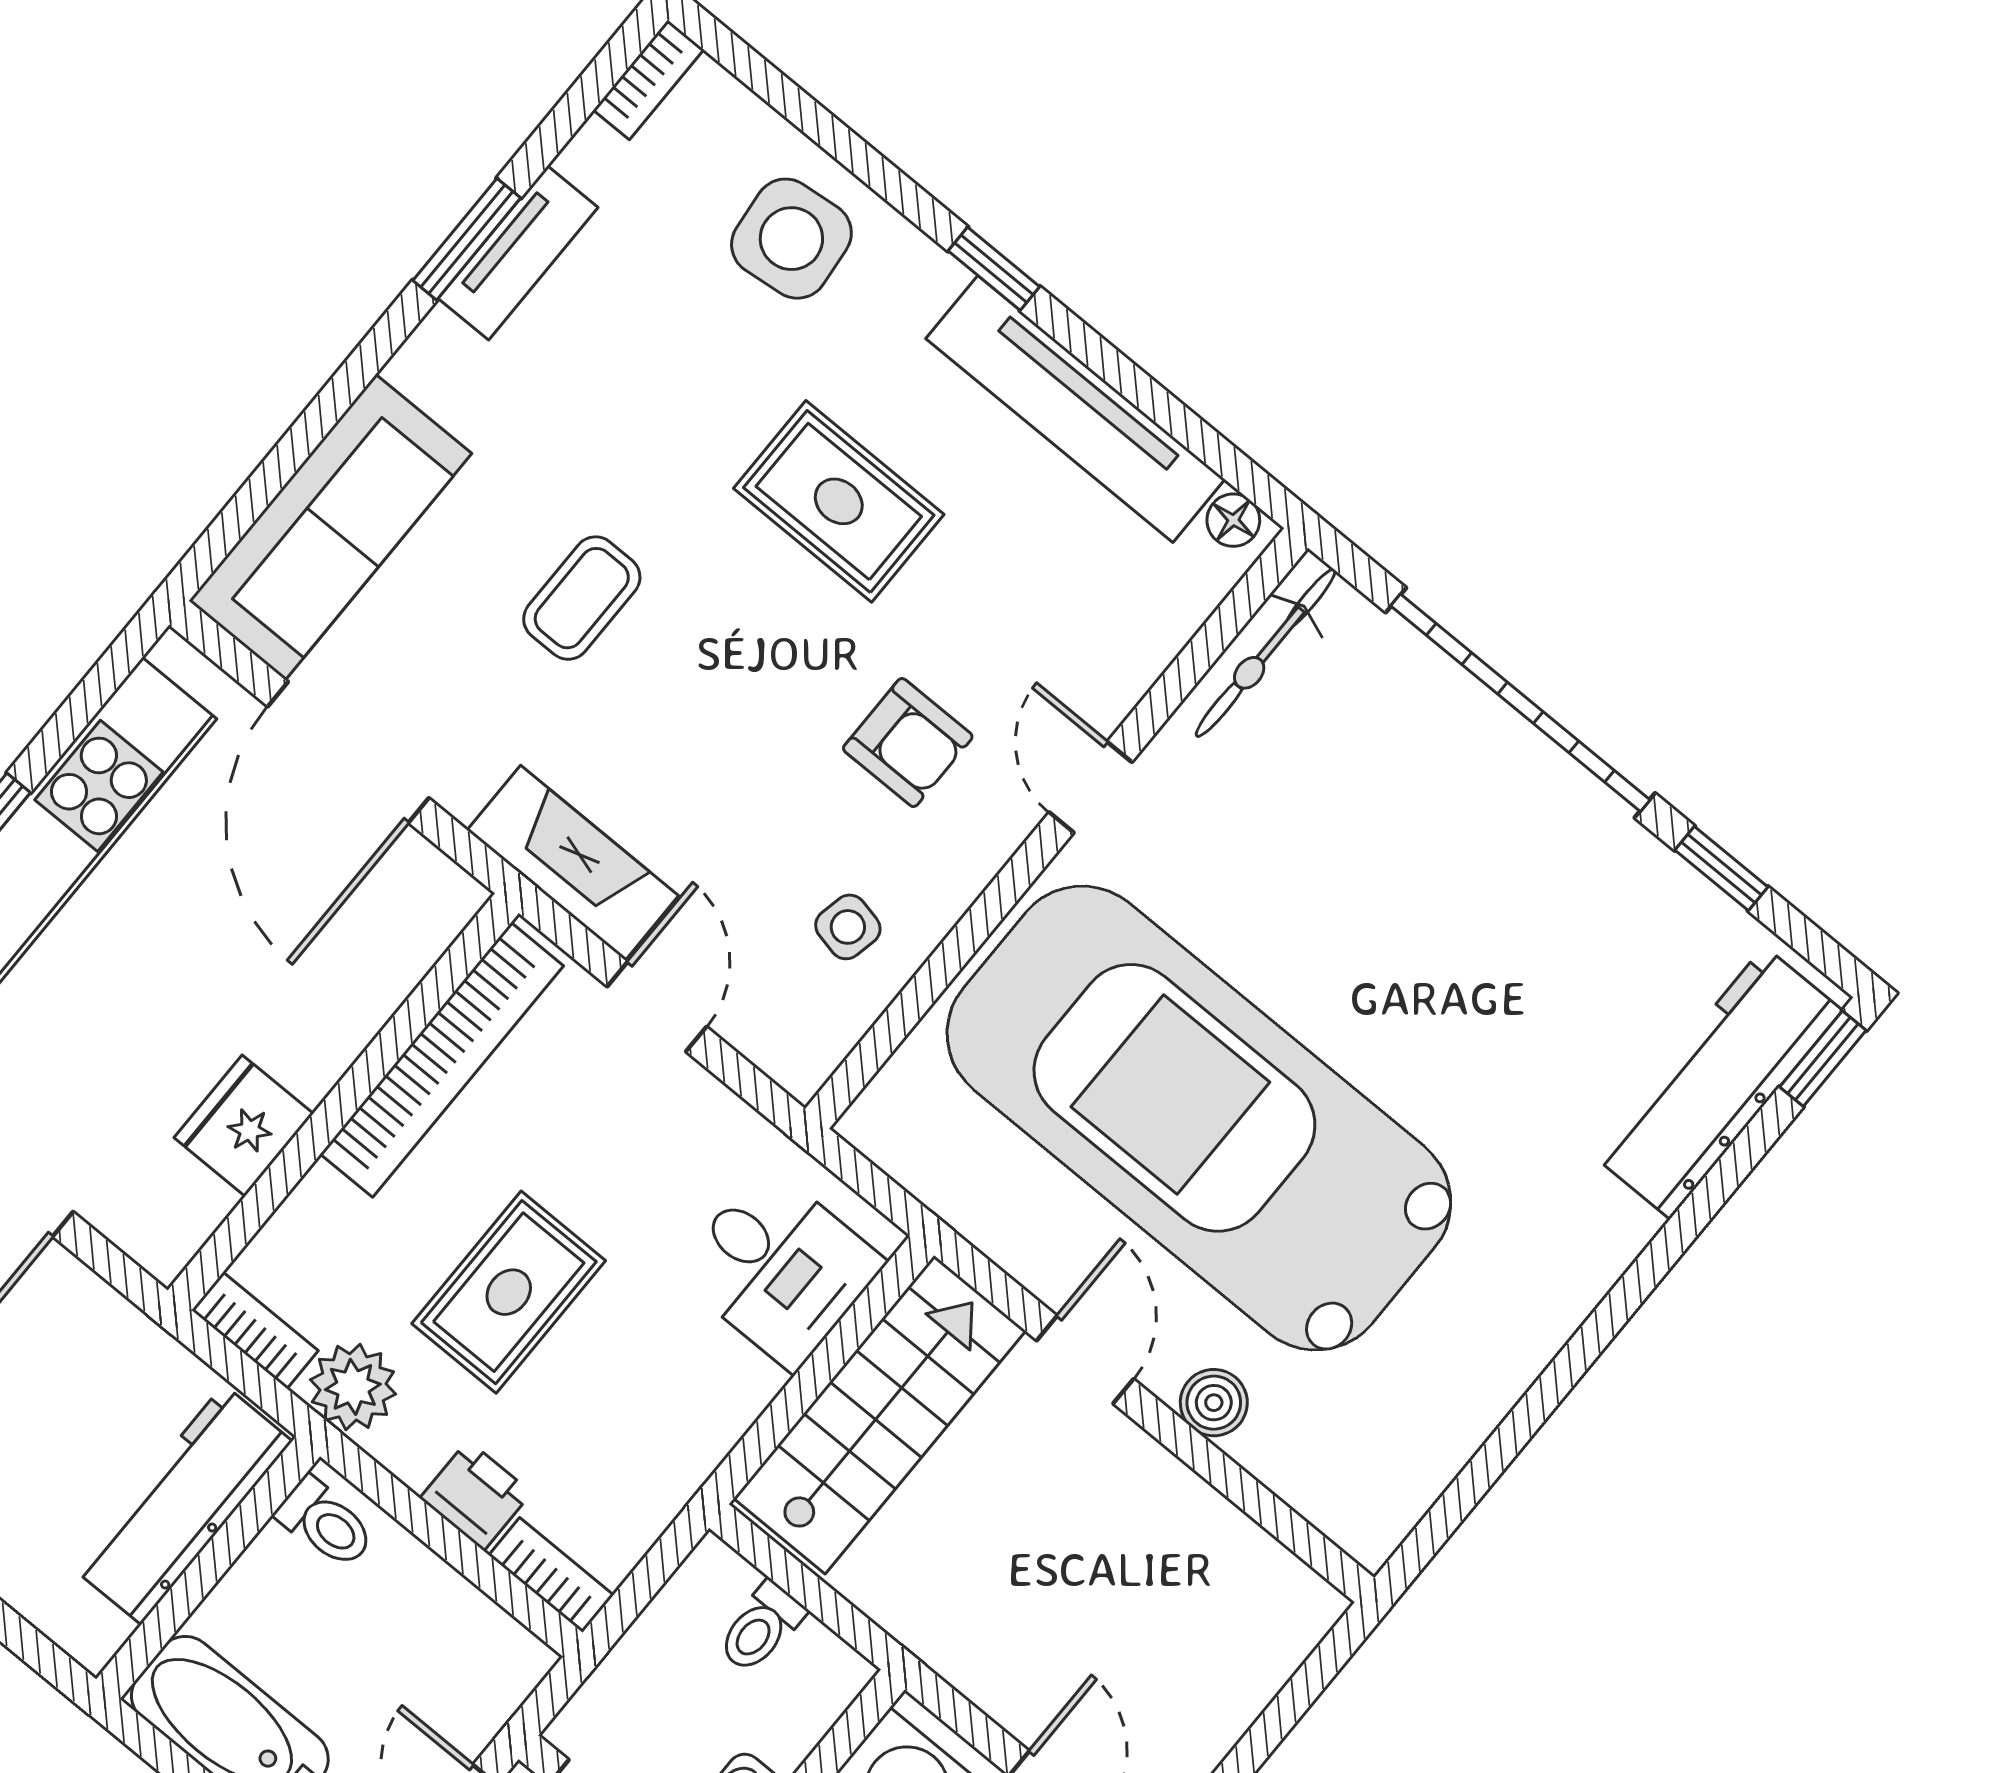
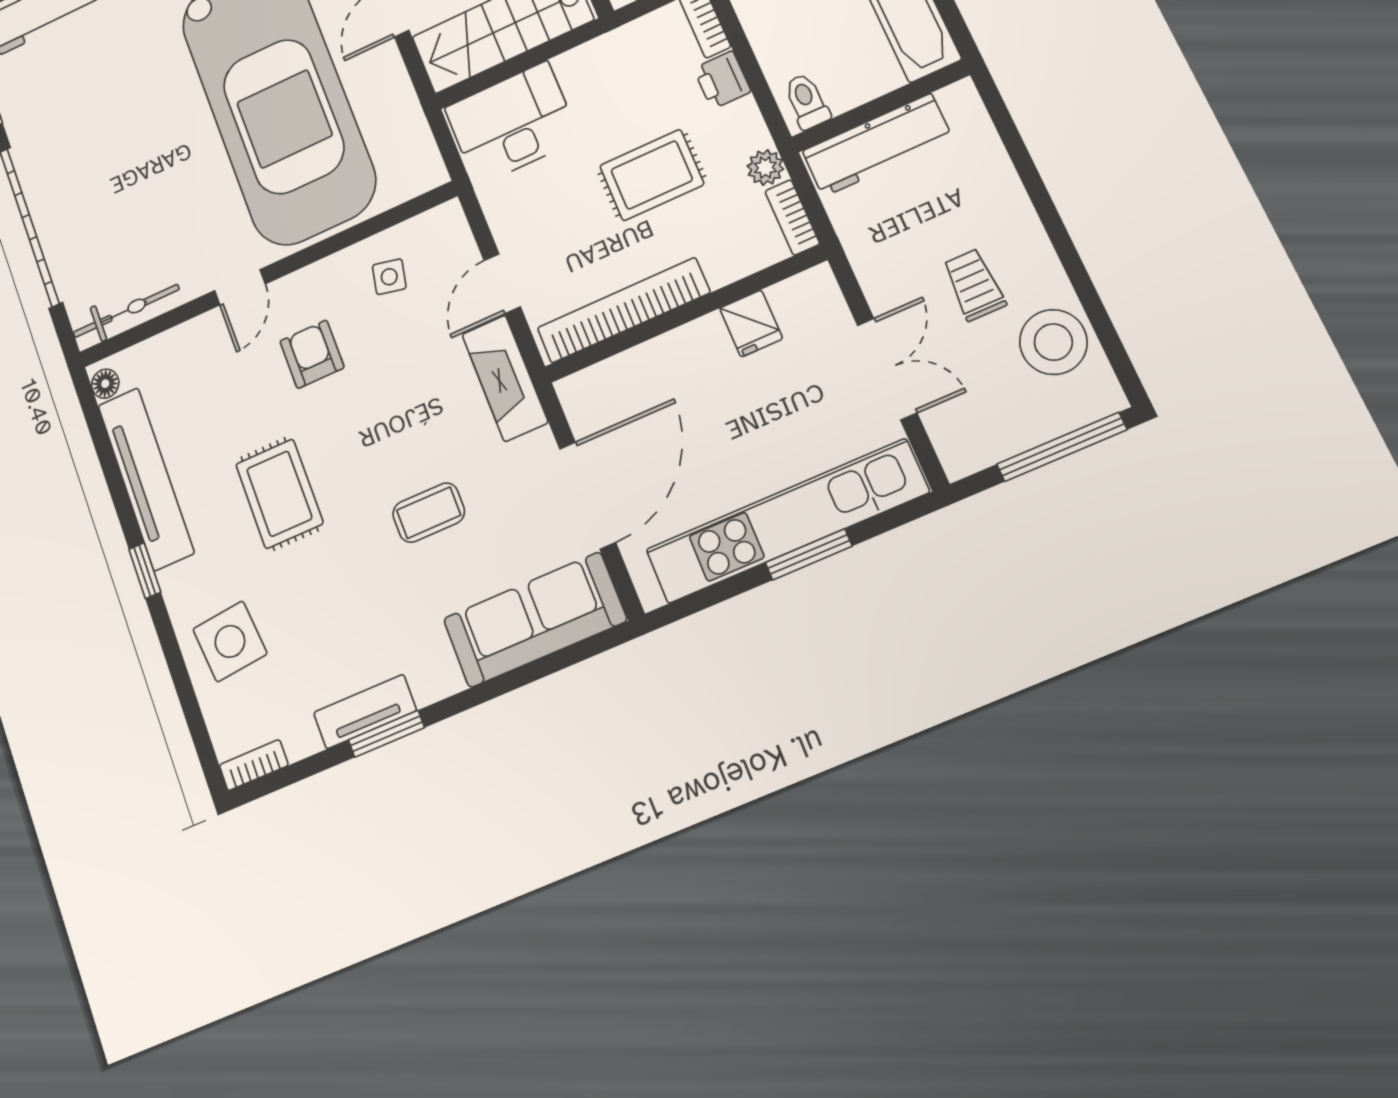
fridge: (244, 1126) -> (751, 323), width x0.72
desk: (779, 1268) -> (512, 123), width x1.37
plant: (353, 1387) -> (765, 168), width x0.73, depth x0.73

